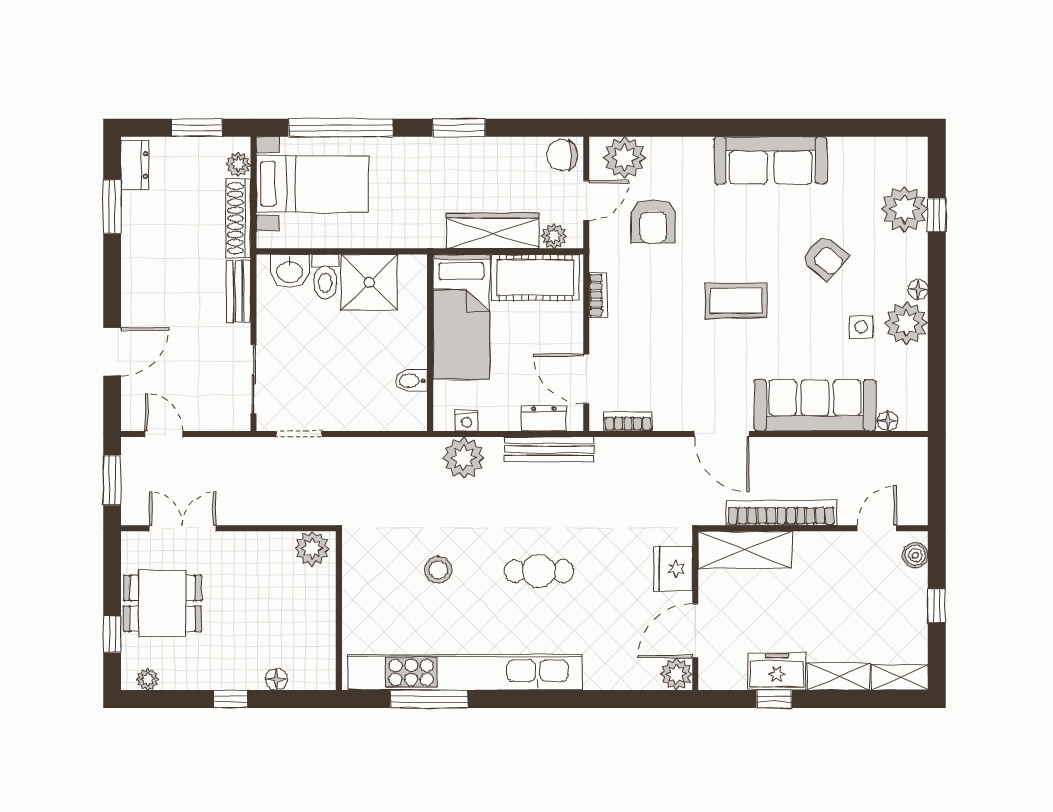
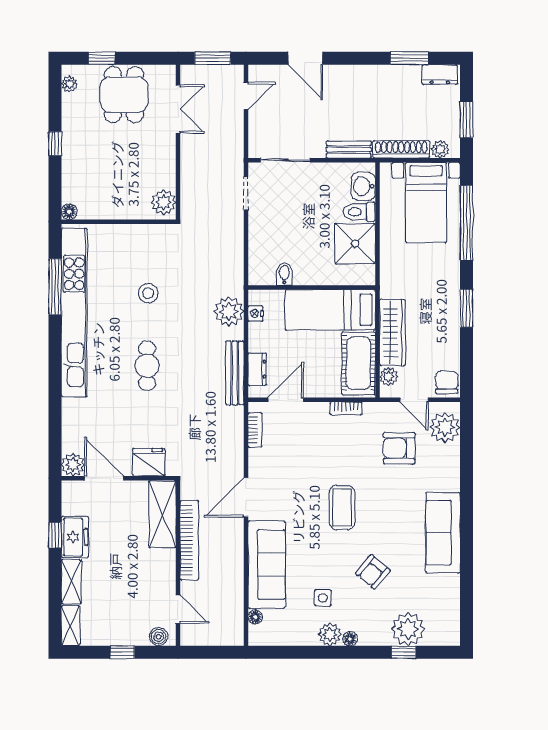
plant: (906, 323) -> (330, 635), width x0.73, depth x0.73
floor lamp: (276, 679) -> (69, 212), moved

